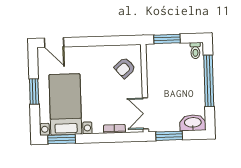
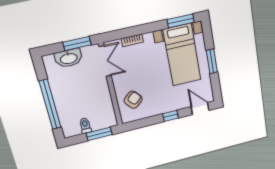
window: (88, 41) -> (170, 116), added
toilet: (195, 51) -> (85, 126), moved
washbasin: (193, 123) -> (69, 58), moved

